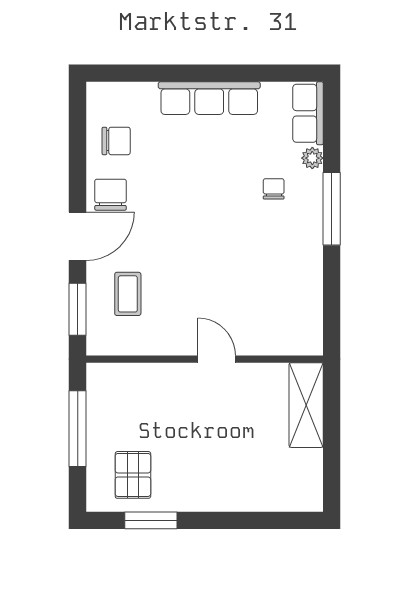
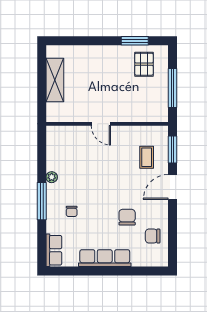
plant: (312, 158) -> (52, 177), moved
chair: (111, 195) -> (127, 217), moved, turned 180
shelving: (306, 405) -> (55, 80), moved

